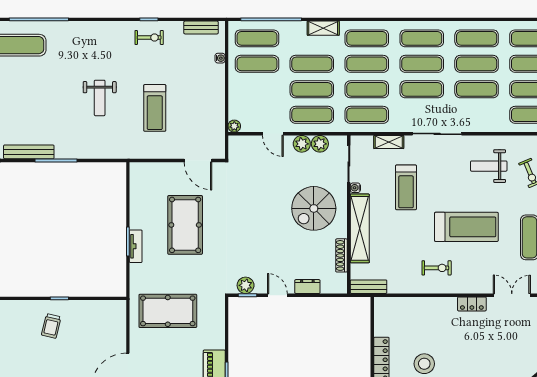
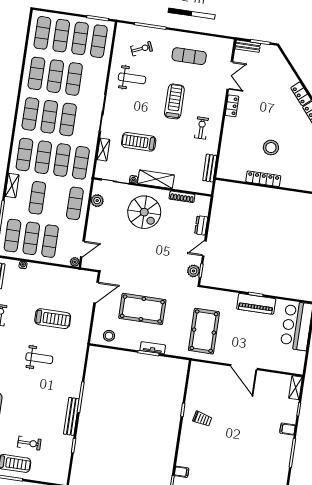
exercise mat: (312, 89) -> (50, 241), moved
door: (273, 134) -> (82, 249), moved
plant: (302, 144) -> (95, 214), removed
weight bench: (489, 166) -> (132, 78), turned -90
stool: (143, 186) -> (109, 336), added
treadmill: (406, 187) -> (139, 142), turned 180
treadmill: (466, 227) -> (174, 101), width x0.73, depth x0.73
shelving: (360, 228) -> (156, 179), width x0.68
bench: (369, 287) -> (210, 168), moved
double door: (512, 295) -> (230, 75), swing flipped

